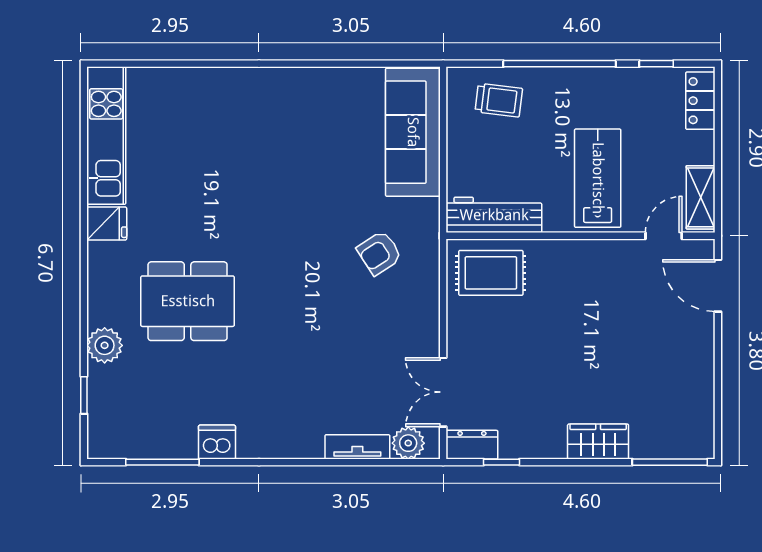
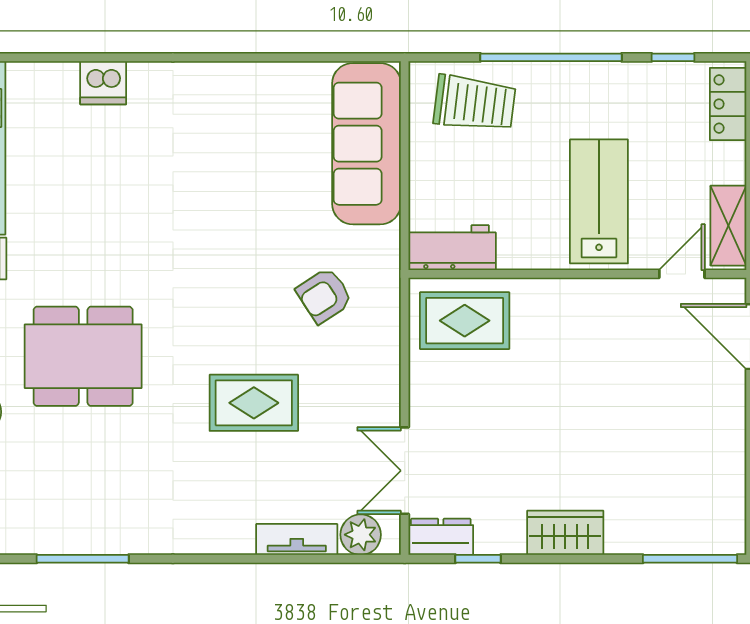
trolley: (499, 100) -> (475, 103), width x1.36, depth x1.39
workbench: (494, 215) -> (452, 248), width x0.73
rug: (323, 338) -> (254, 403), added
dishwasher: (217, 442) -> (103, 83), moved, turned 180
wardrobe: (598, 442) -> (565, 533), moved
window: (162, 462) -> (83, 559), moved

